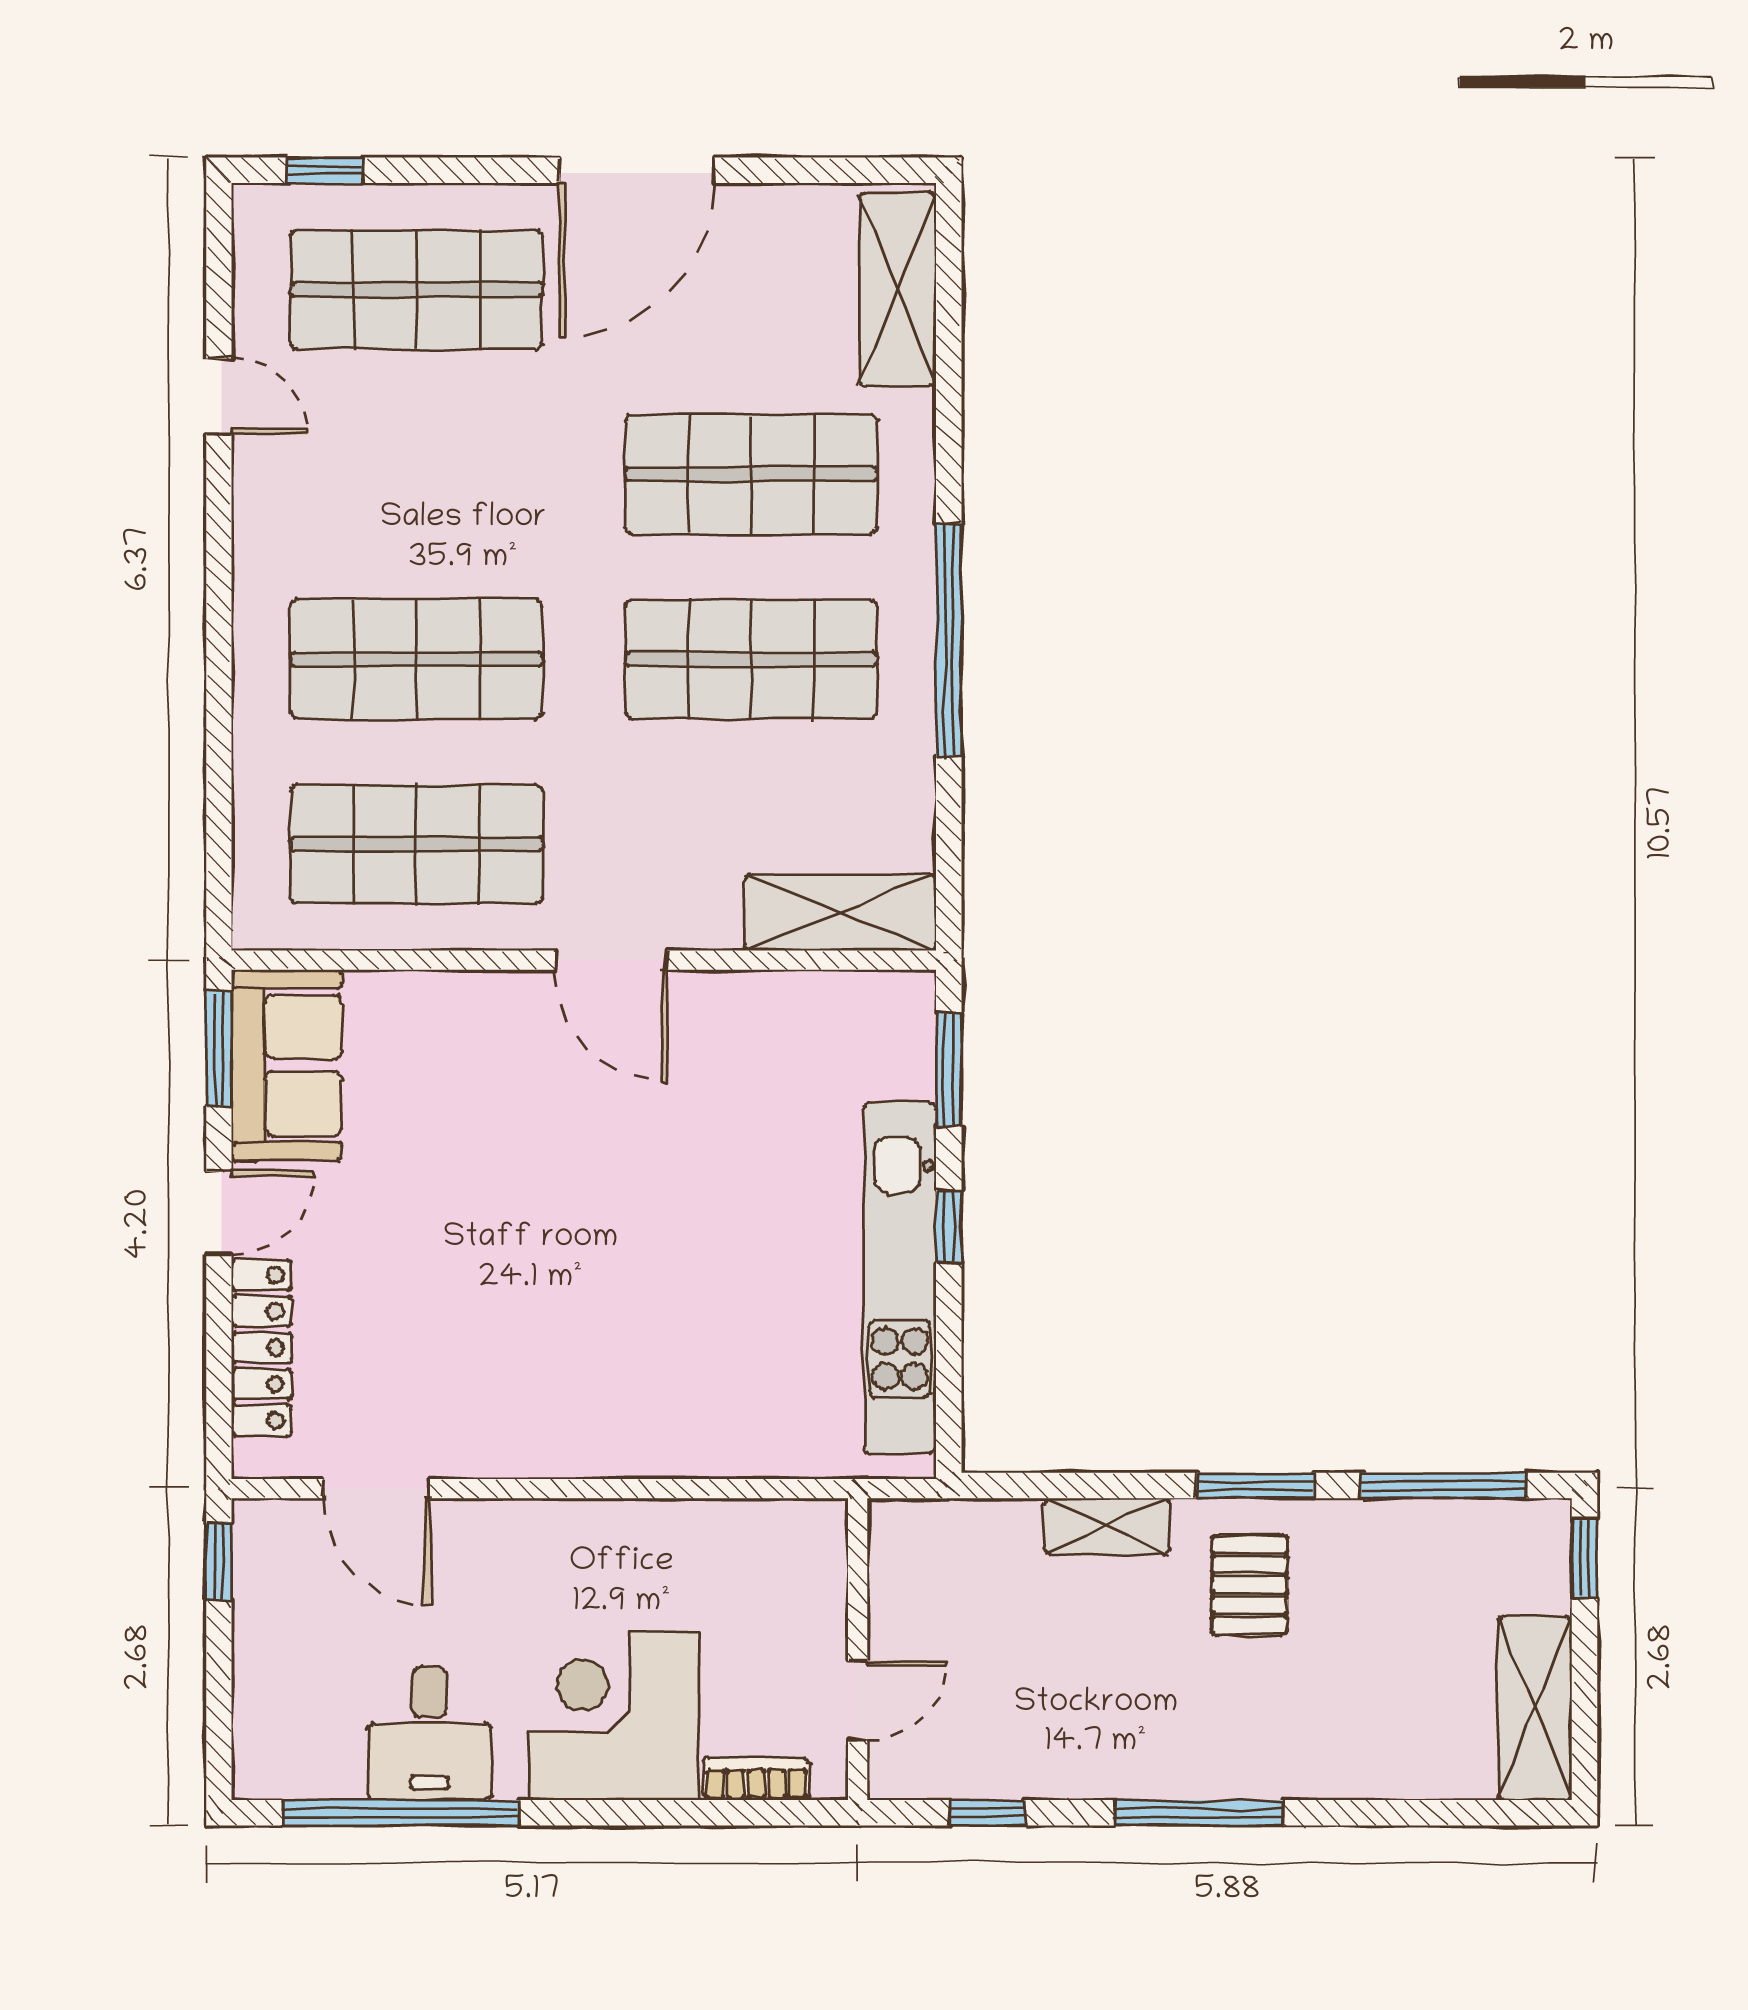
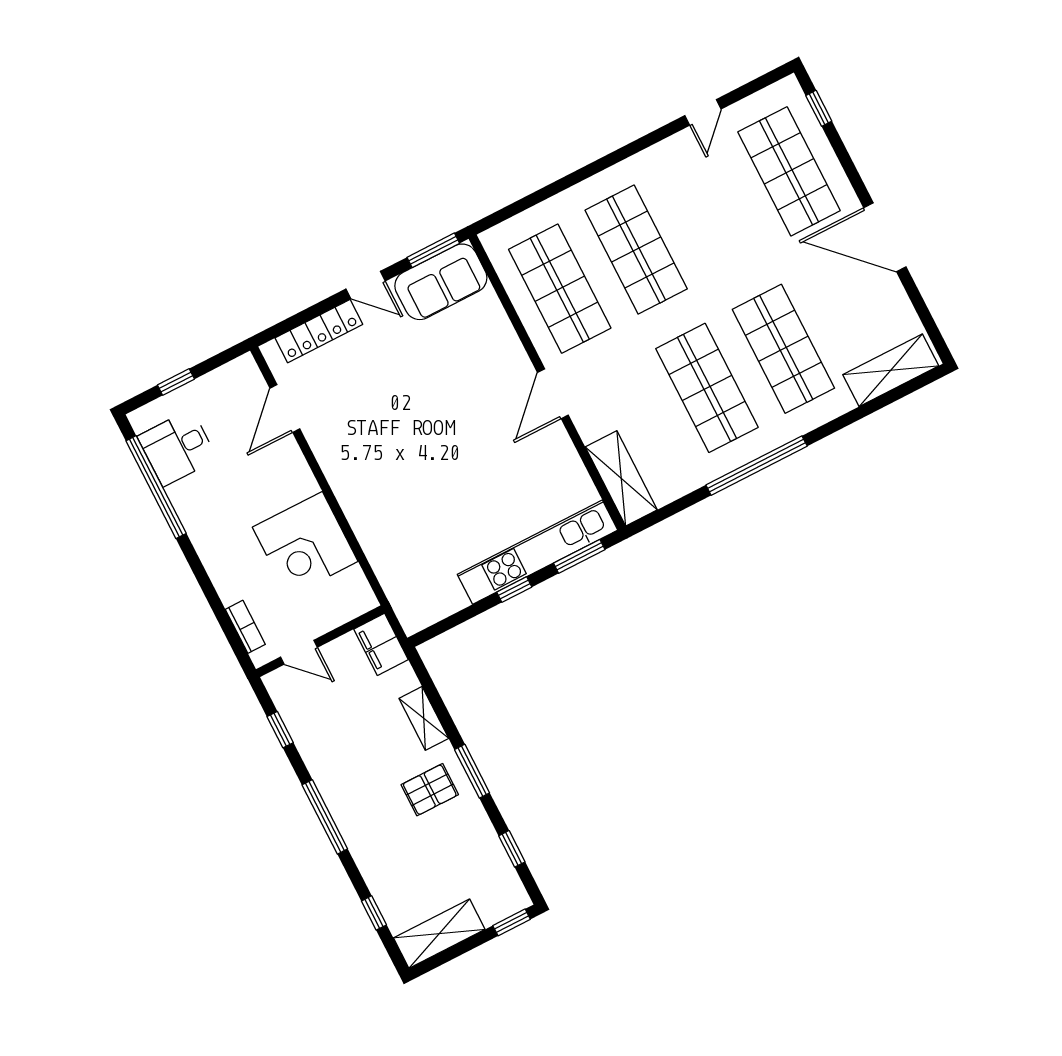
kitchen unit: (900, 1278) -> (537, 552), moved
window: (1443, 1486) -> (512, 849), width x0.46
filing cabinet: (923, 1536) -> (381, 644), added
window: (219, 1561) -> (176, 382), moved
corner desk: (613, 1715) -> (305, 544), moved, turned 180
desk: (430, 1733) -> (177, 448), moved
window: (1431, 1813) -> (374, 913), added

